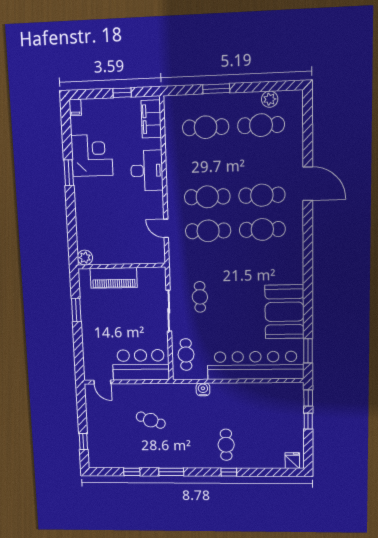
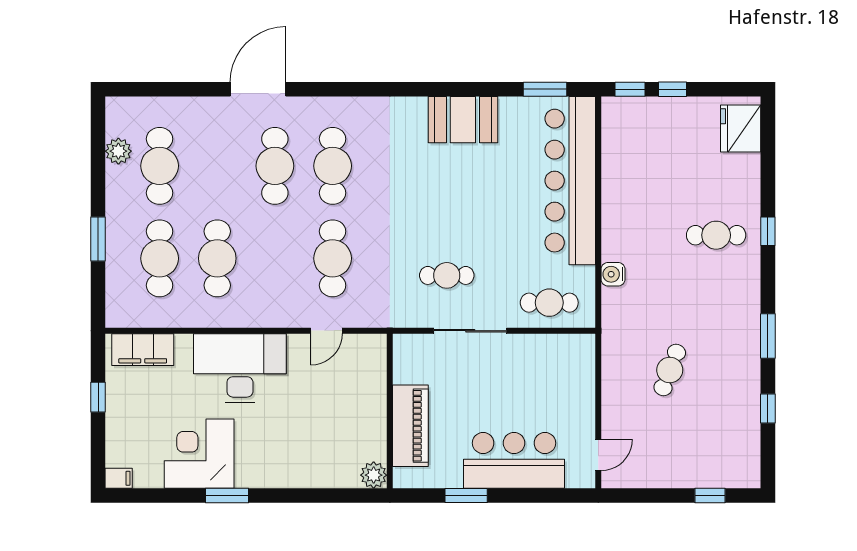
desk: (147, 171) -> (240, 368), width x1.36, depth x1.30
cafe table: (207, 197) -> (217, 258), moved
booth: (284, 312) -> (463, 120), width x0.73, depth x0.70
bar counter: (141, 365) -> (514, 460), moved, turned 90
fridge: (292, 461) -> (741, 128), width x1.88, depth x1.34

